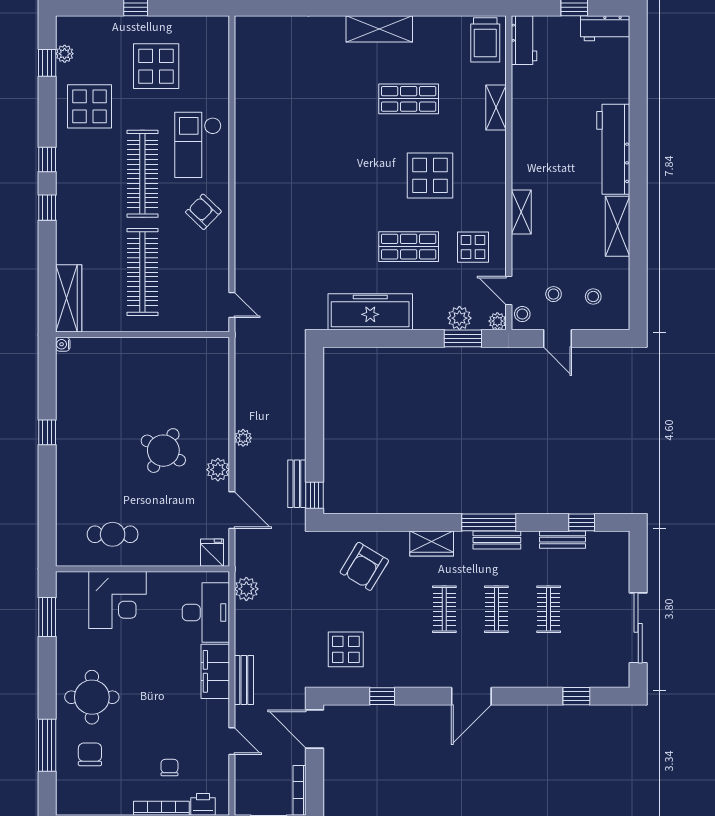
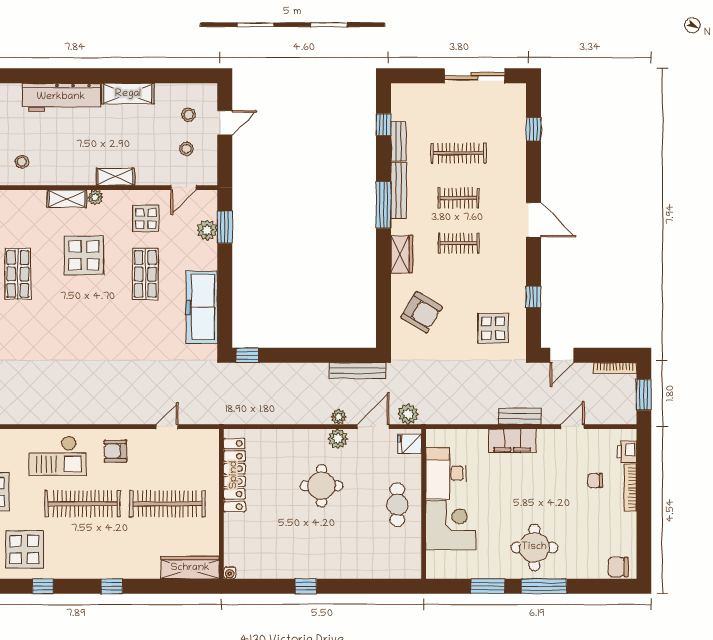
shelving: (496, 107) -> (67, 199), moved
window: (47, 159) -> (43, 586), moved
armchair: (203, 212) -> (115, 451), turned 46
door: (232, 305) -> (167, 427), moved
stool: (522, 314) -> (22, 162), moved
plant: (497, 321) -> (95, 197), moved
door: (557, 338) -> (225, 123), moved
locker: (176, 350) -> (234, 475), added
plant: (243, 438) -> (339, 417), moved
round table: (163, 451) -> (321, 486), turned -31
bench: (297, 484) -> (358, 370), width x1.36
window: (314, 495) -> (247, 355), moved
cafe table: (113, 534) -> (397, 505), moved
bench: (497, 540) -> (399, 190), width x1.36
plant: (246, 589) -> (408, 414), moved
clothes rail: (549, 609) -> (459, 153), width x1.36
desk: (206, 613) -> (446, 473), moved, turned -90
window: (47, 617) -> (488, 586), moved
door: (314, 729) -> (562, 355), width x0.73
window: (47, 745) -> (544, 586), moved
chair: (90, 754) -> (618, 567), moved

